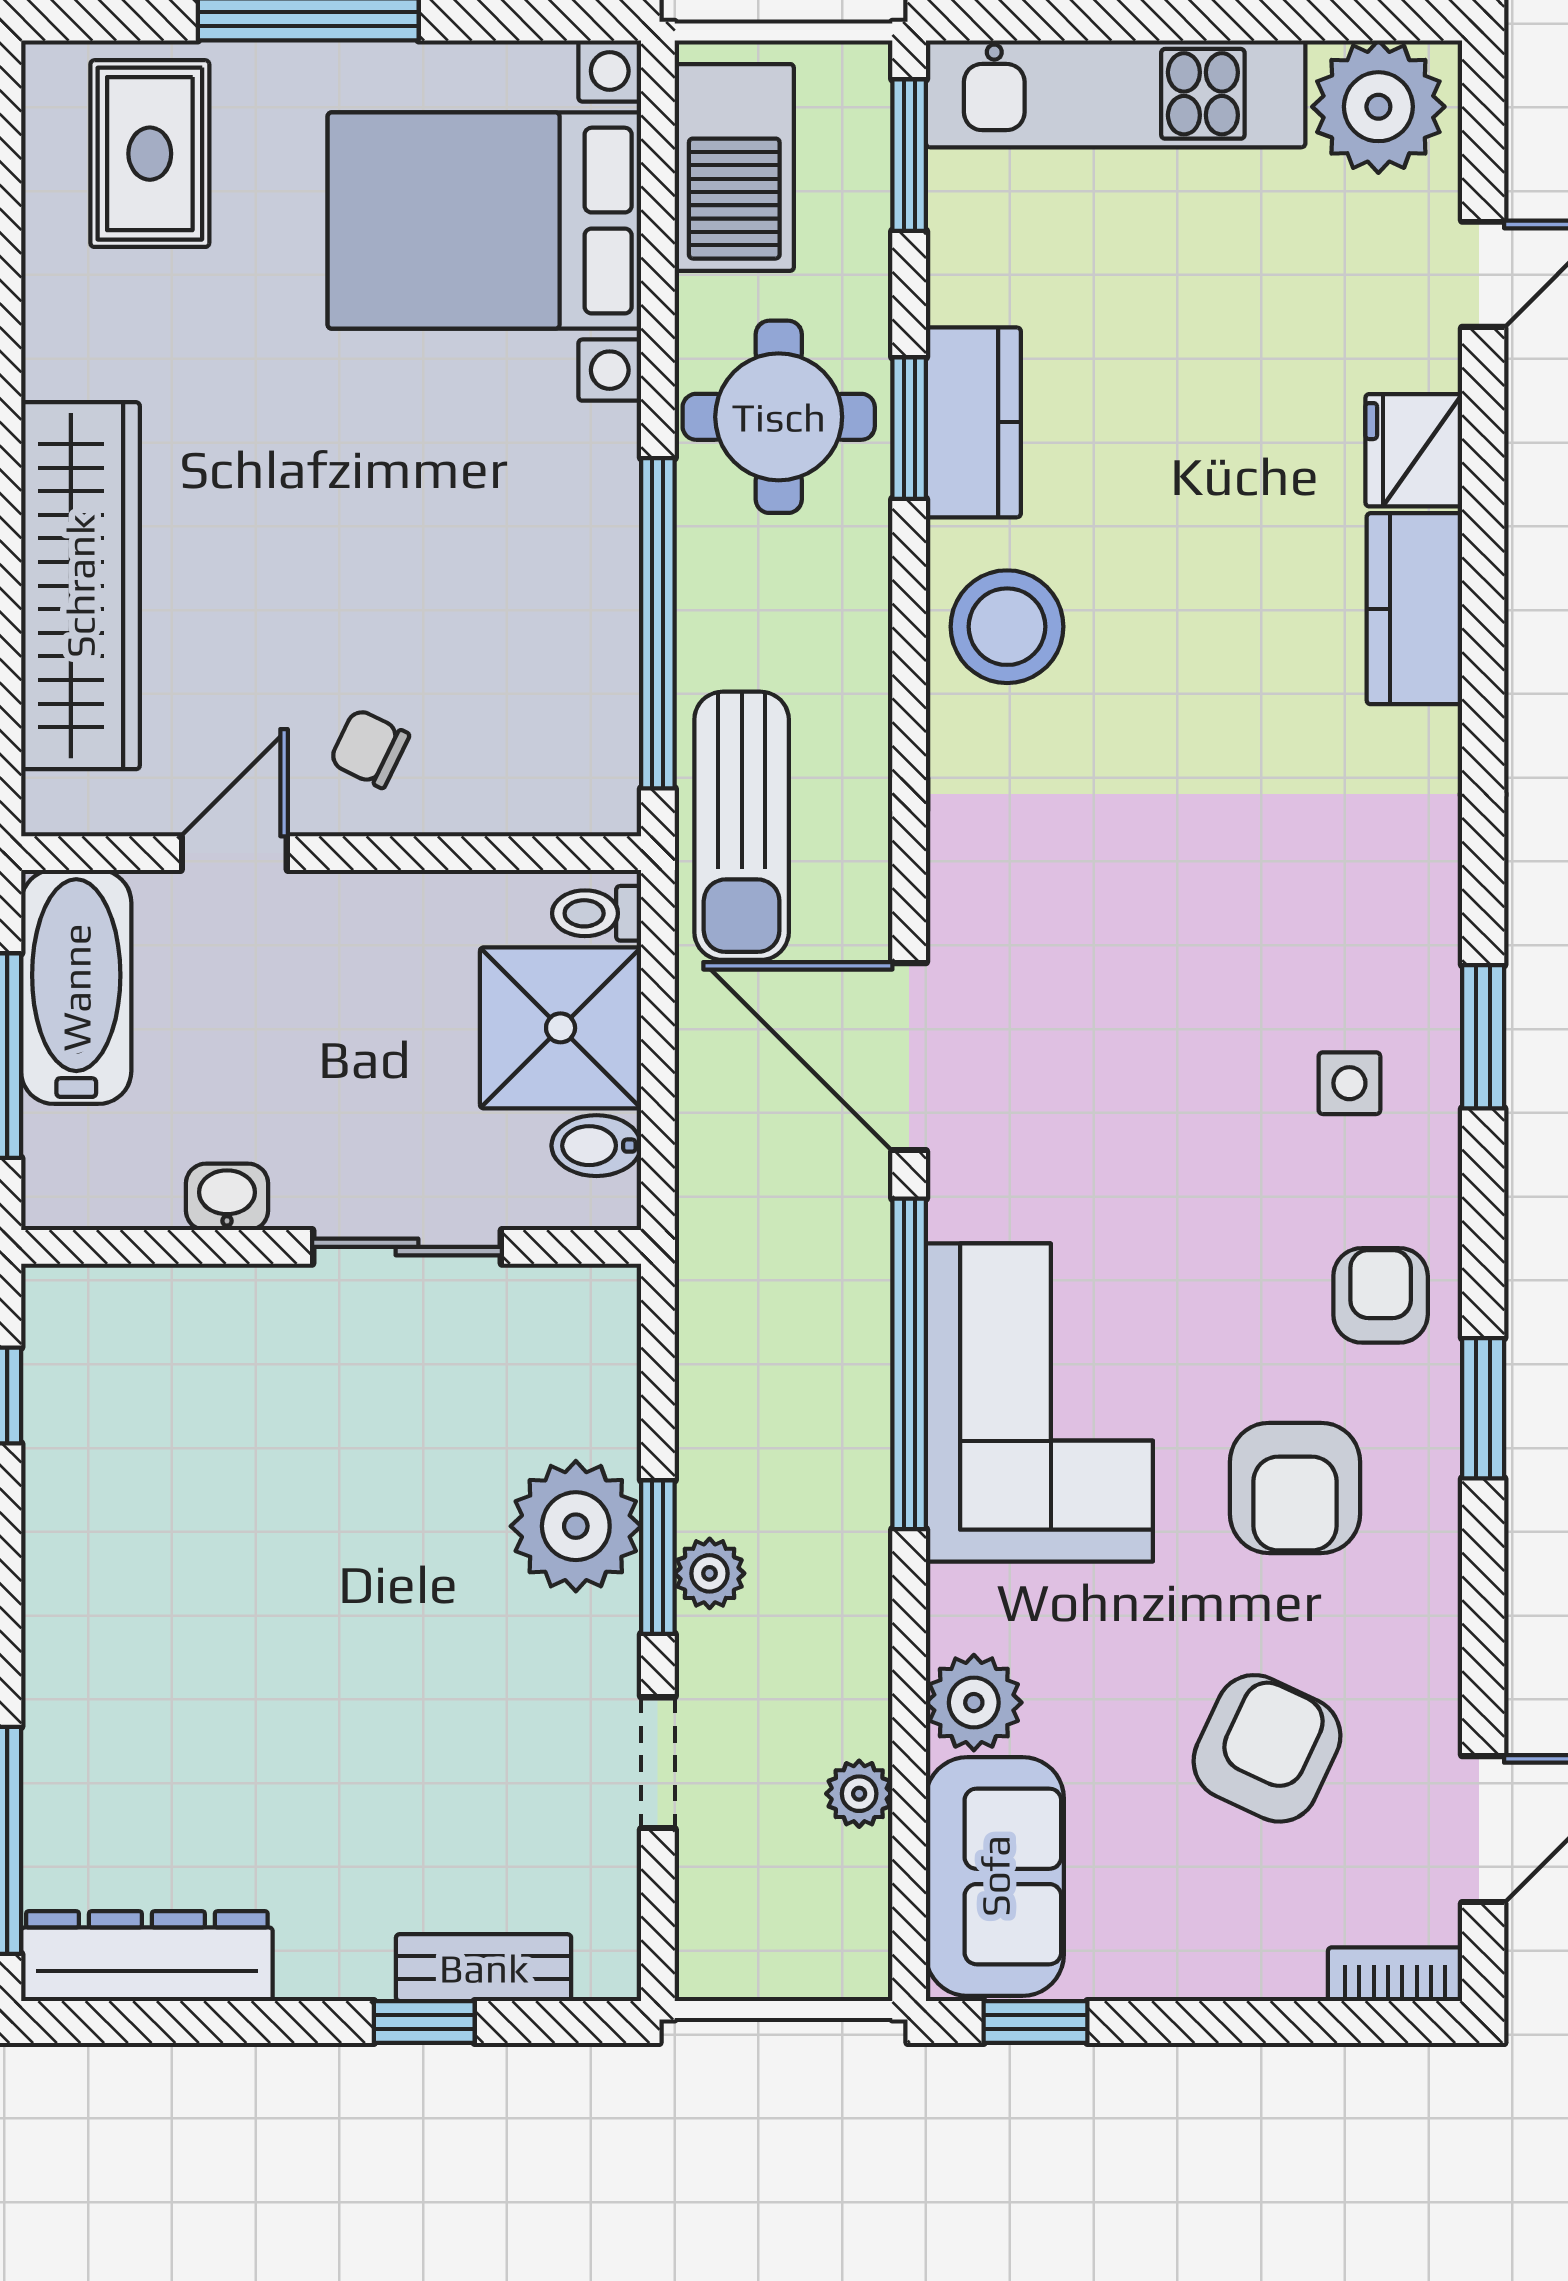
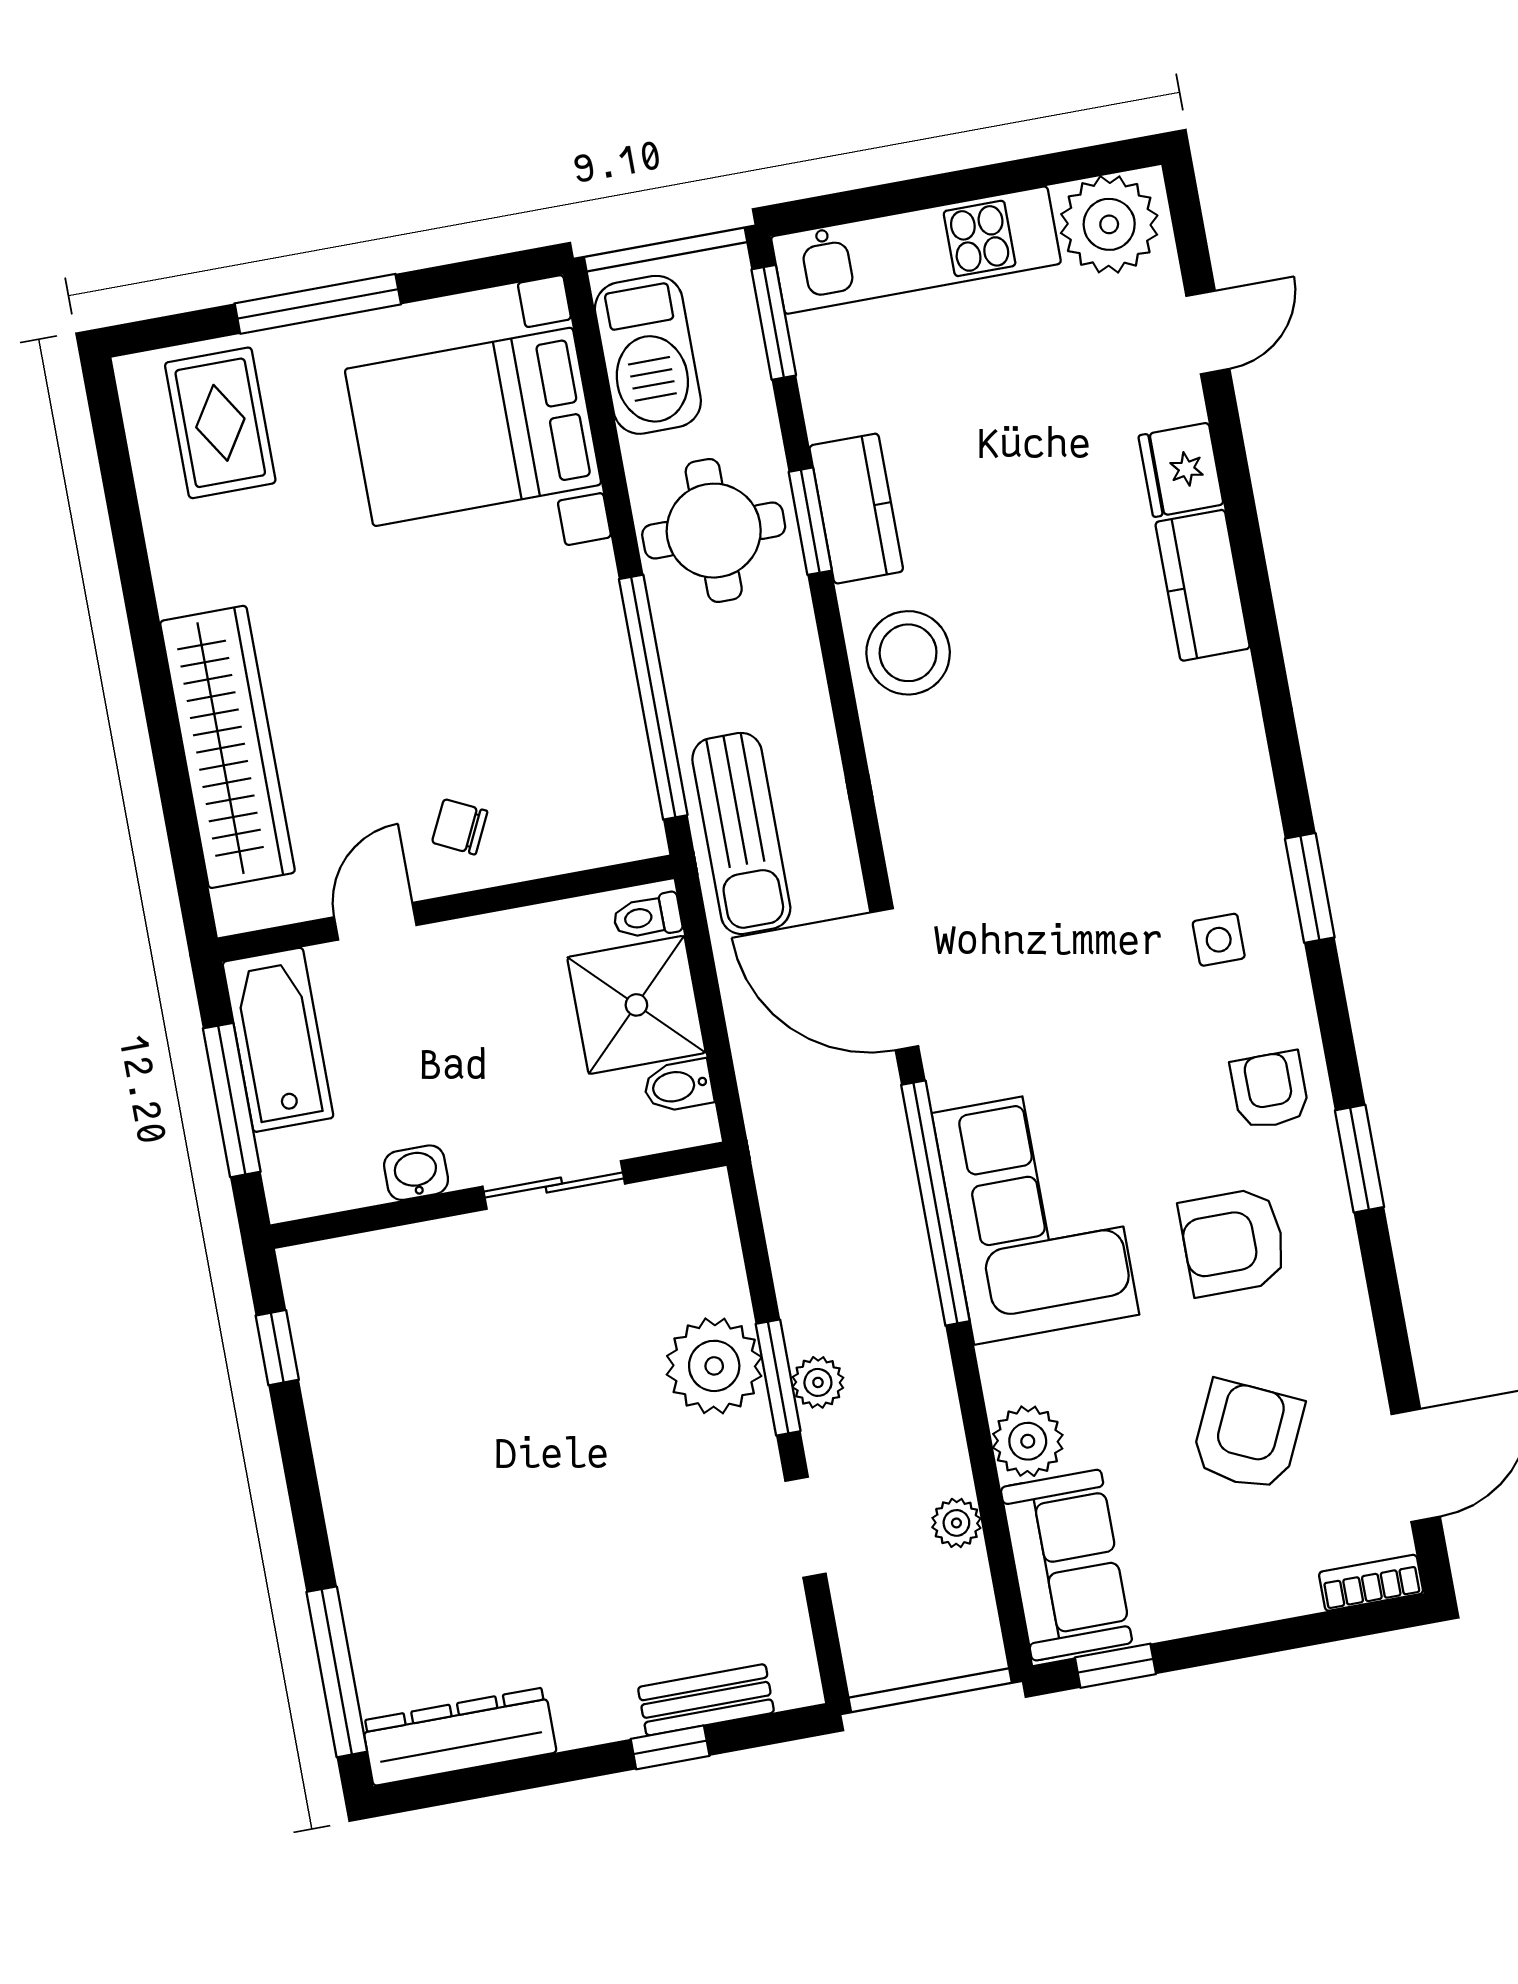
armchair: (1295, 1488) -> (1233, 1242), turned 90

